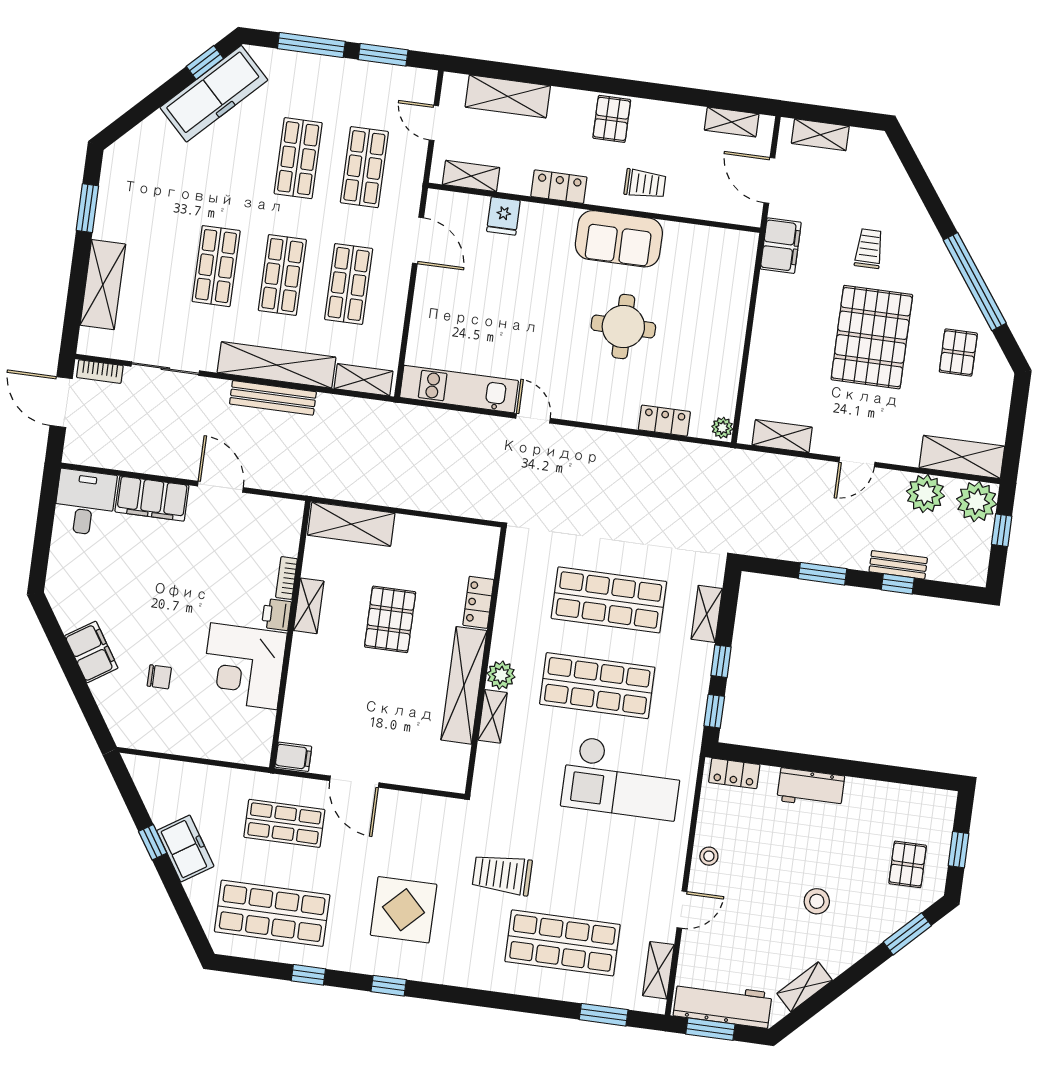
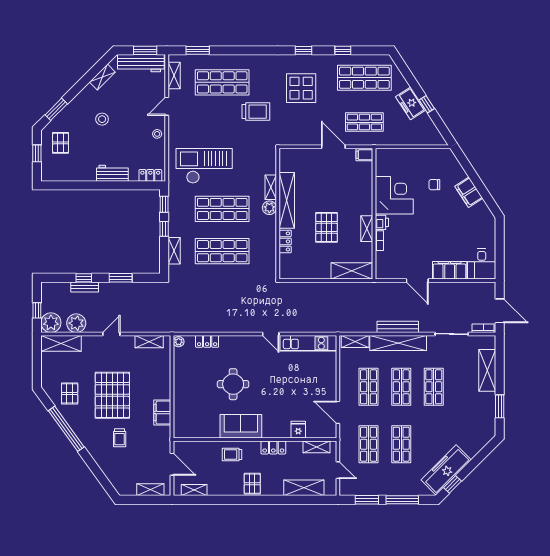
filing cabinet: (781, 246) -> (162, 413), moved

